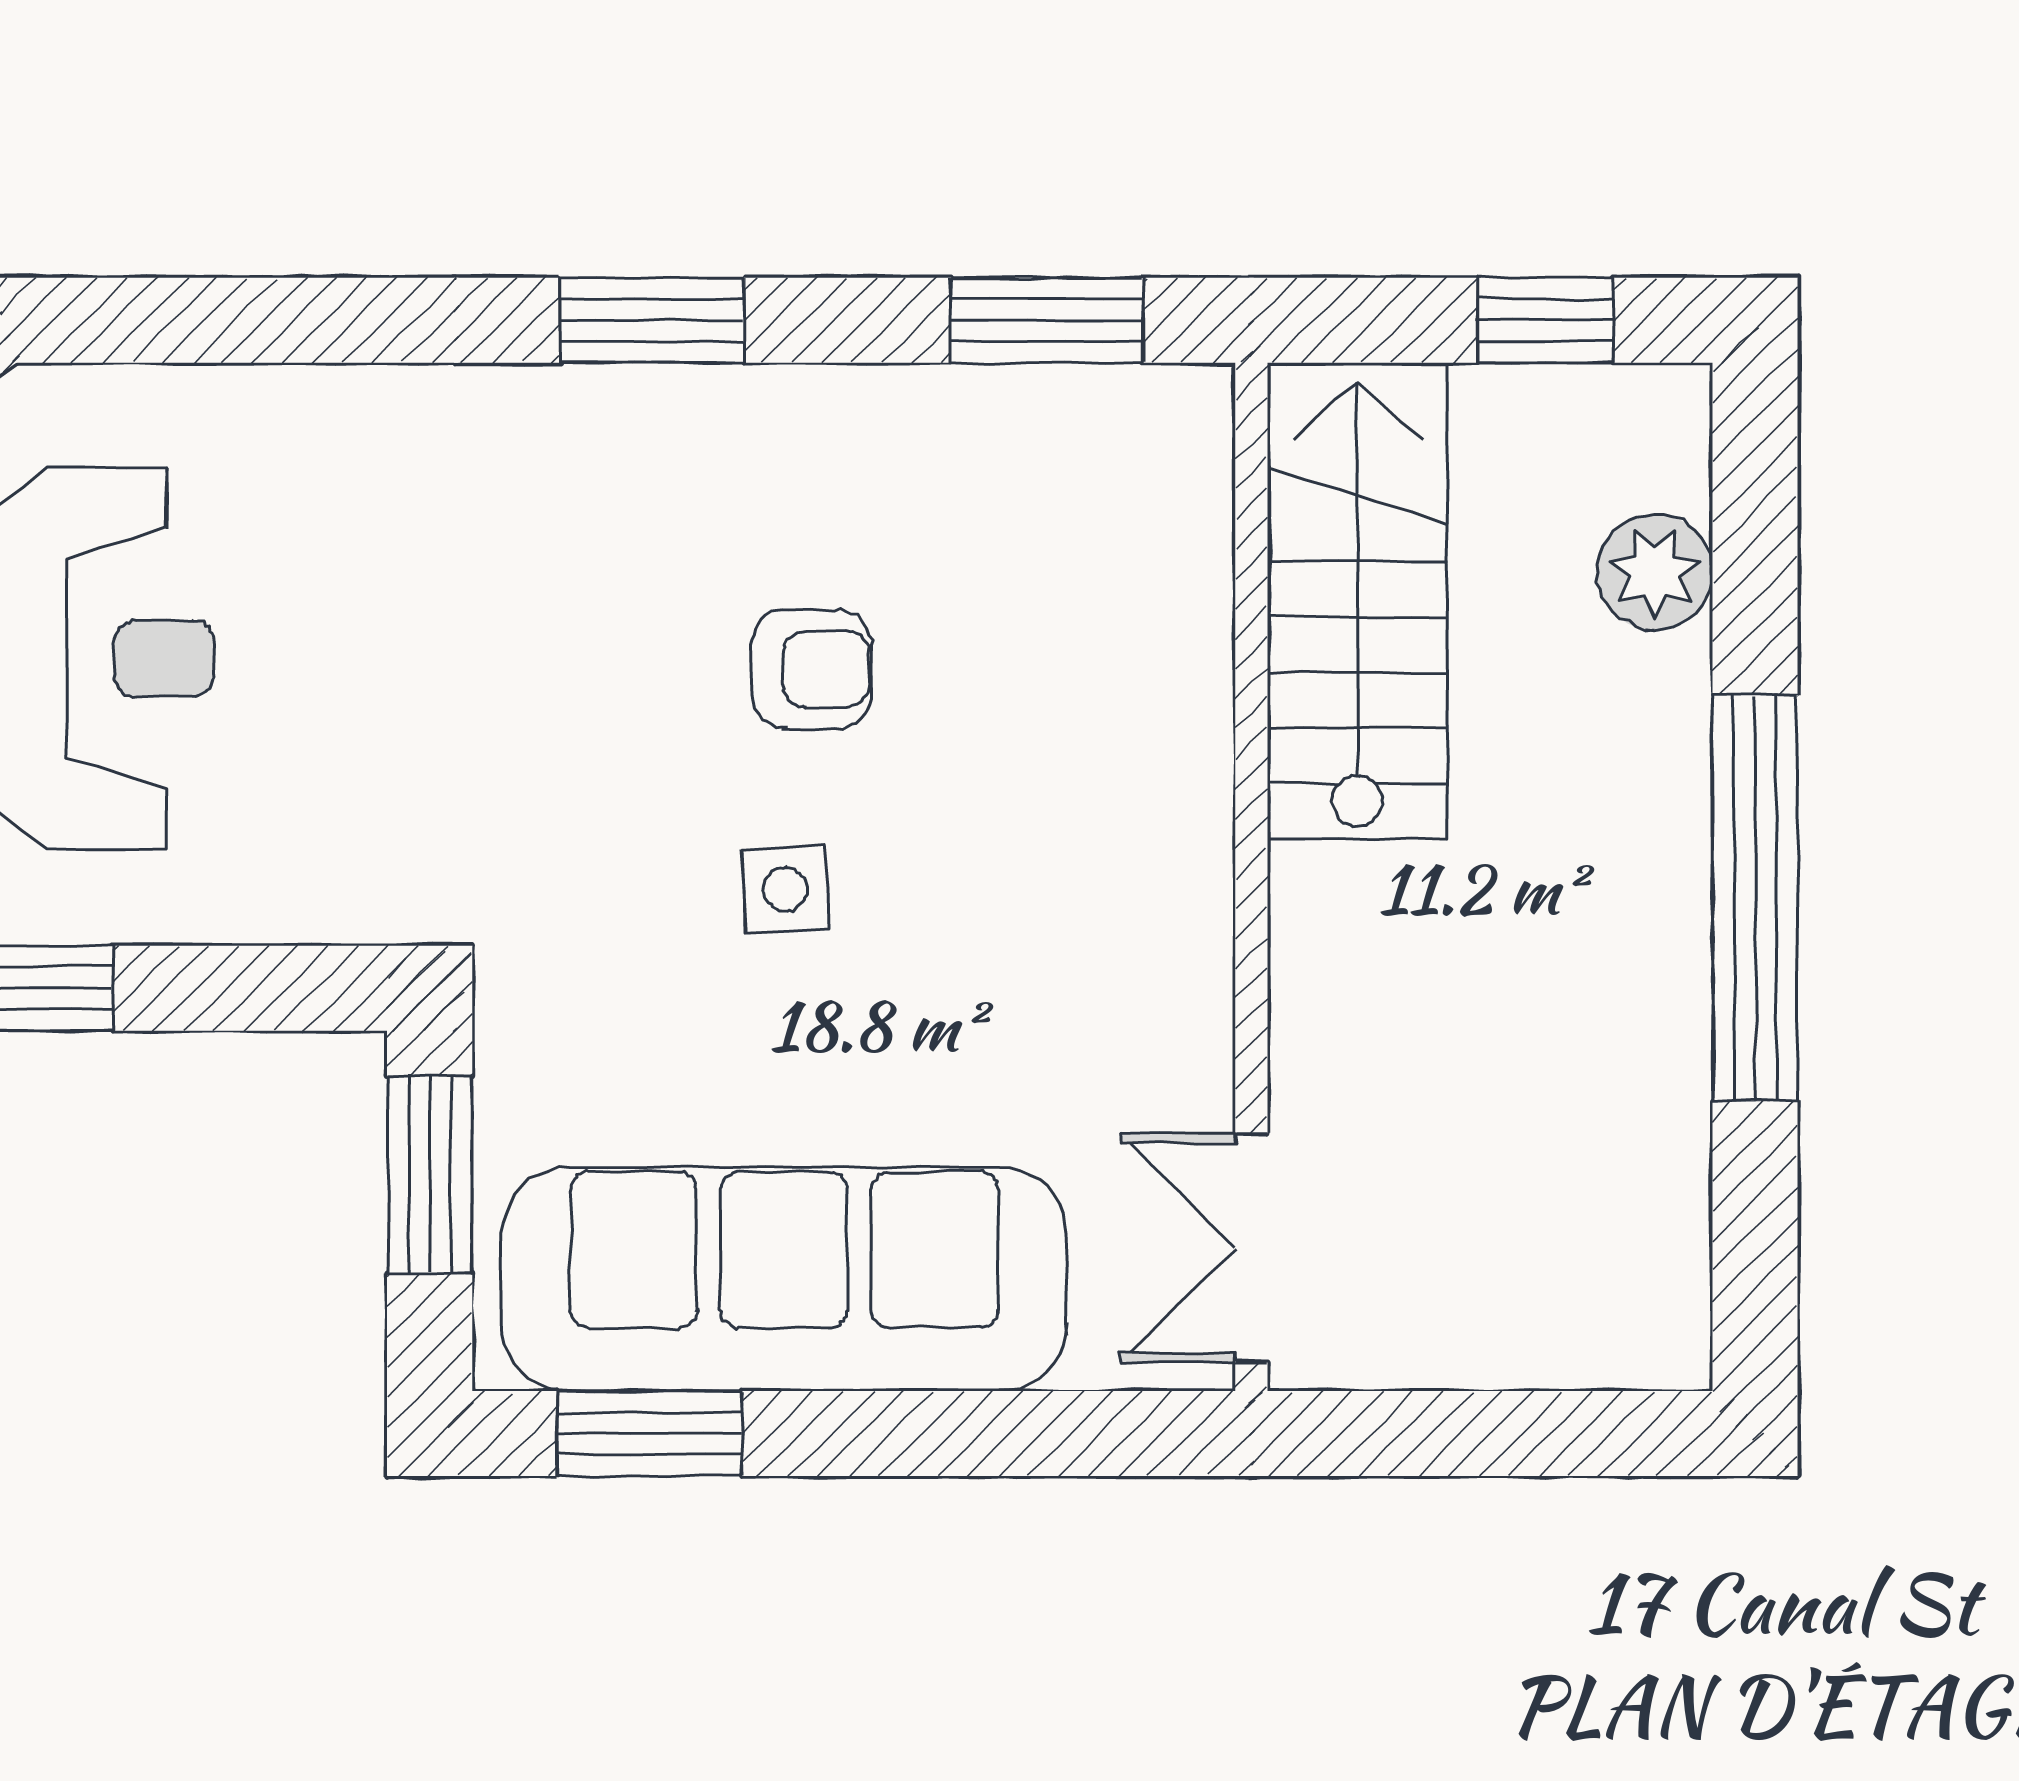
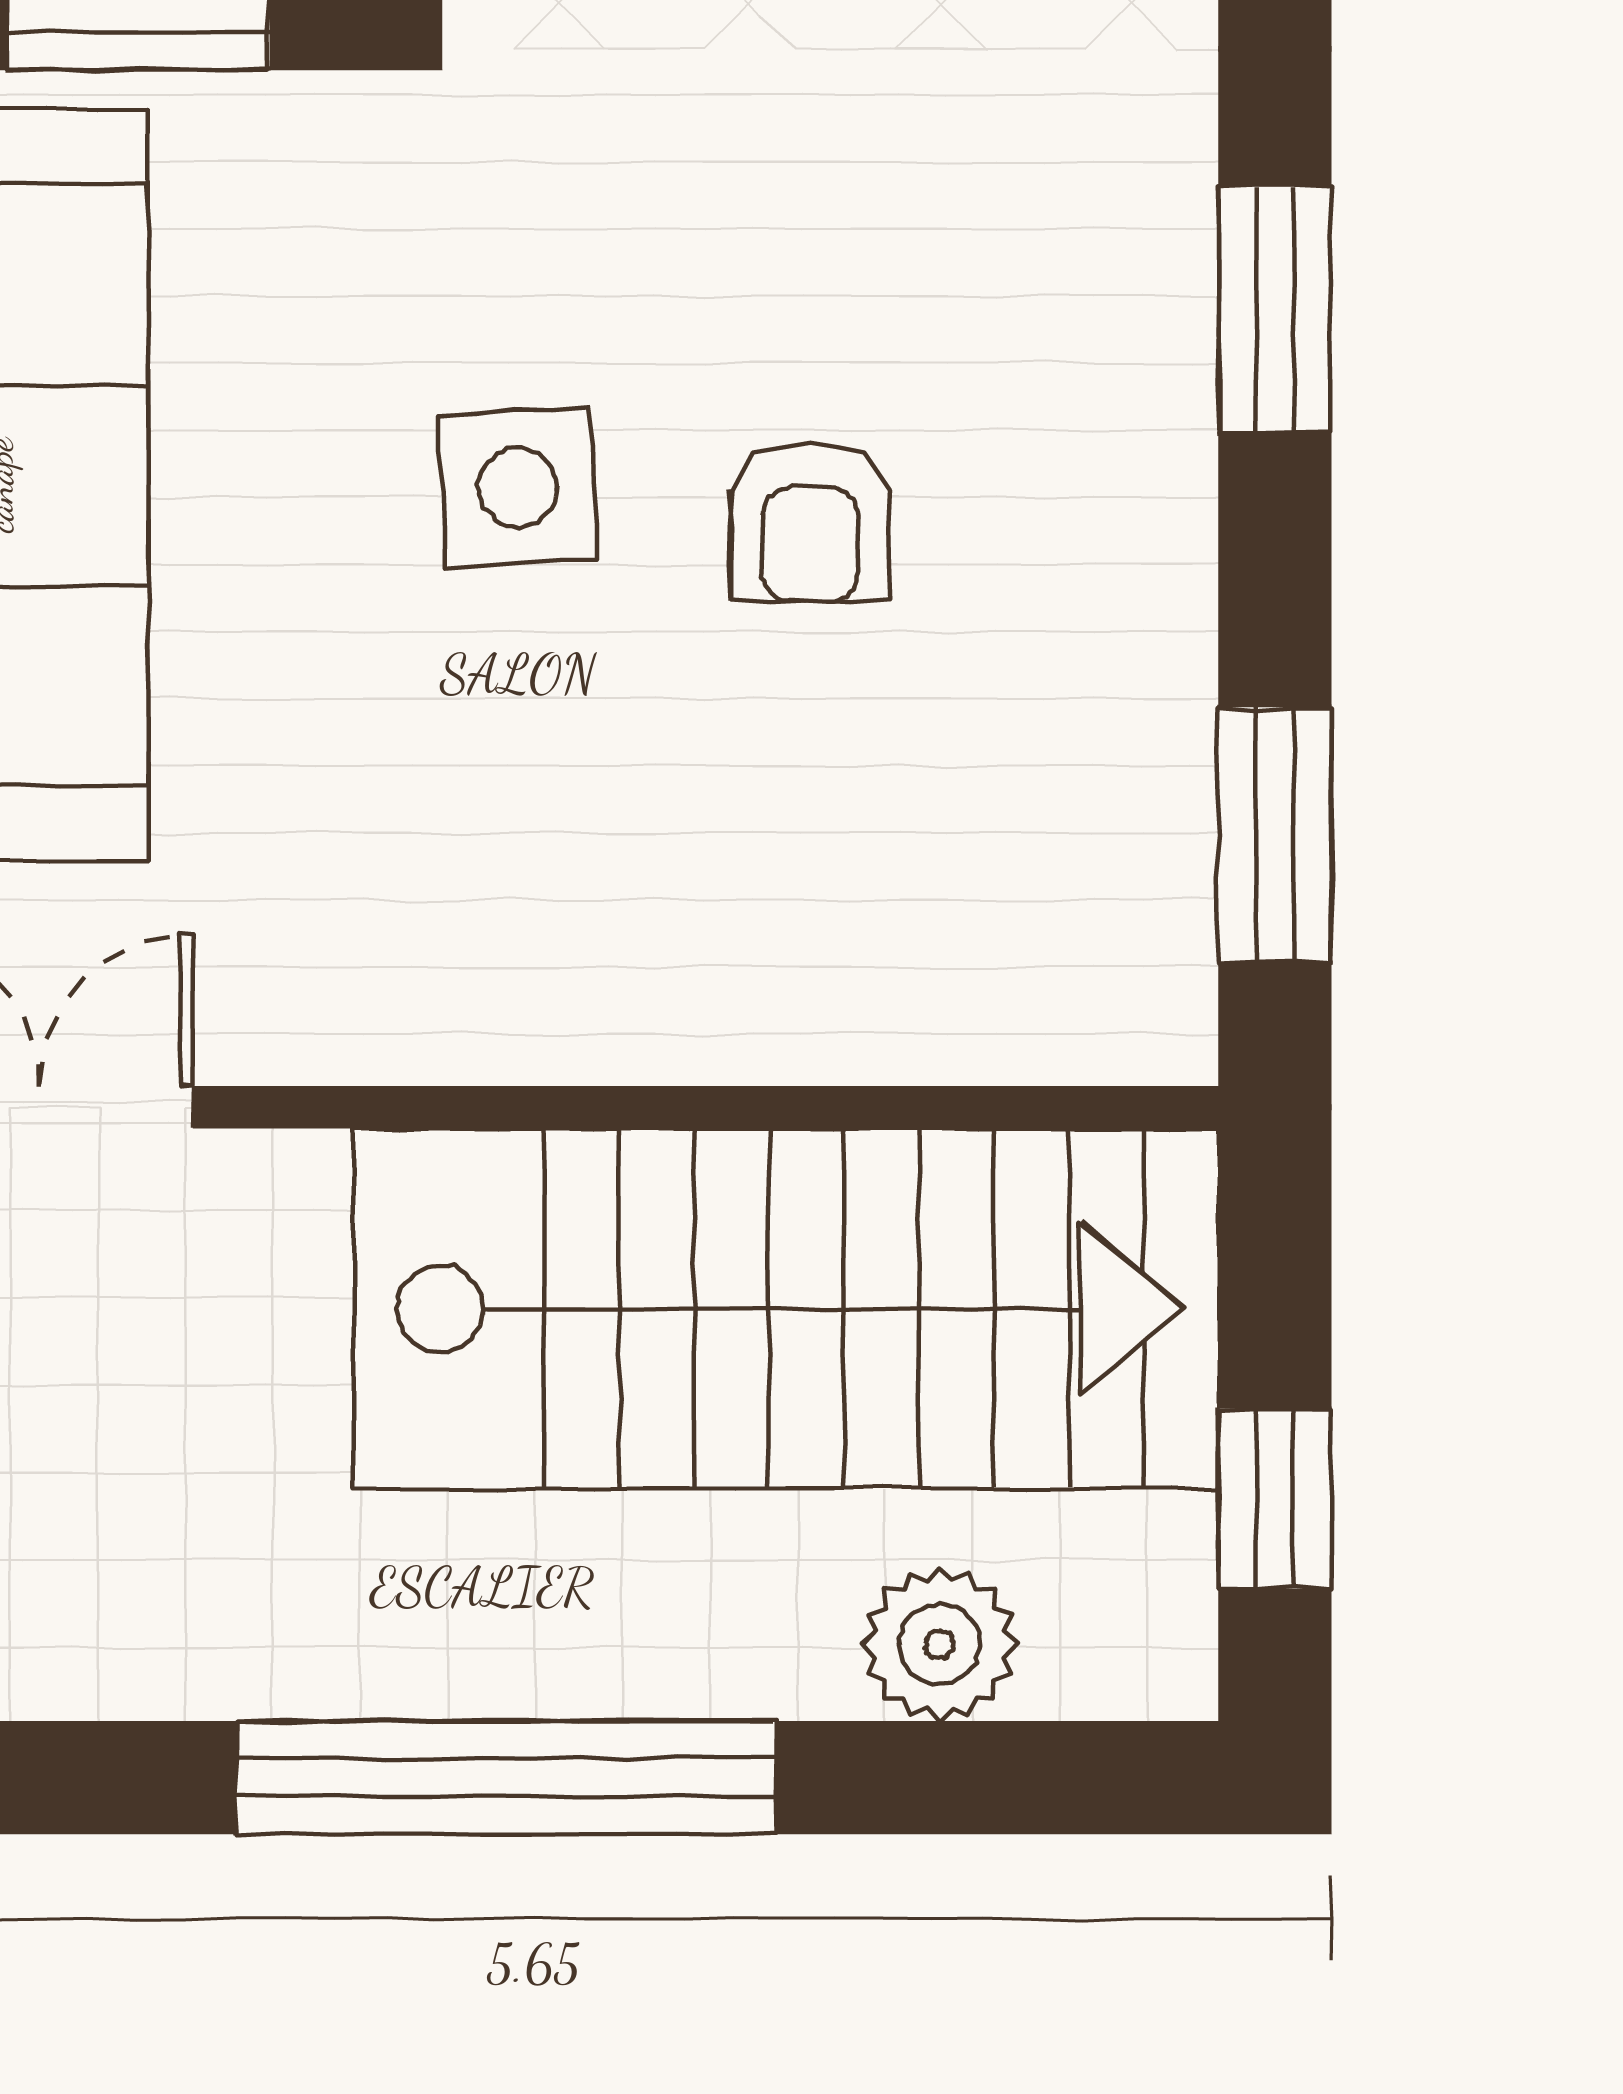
stairs: (1357, 601) -> (786, 1309), width x1.36, depth x1.51
side table: (786, 889) -> (518, 487), width x1.37, depth x1.37

